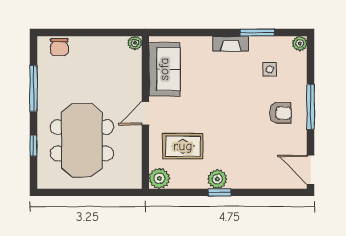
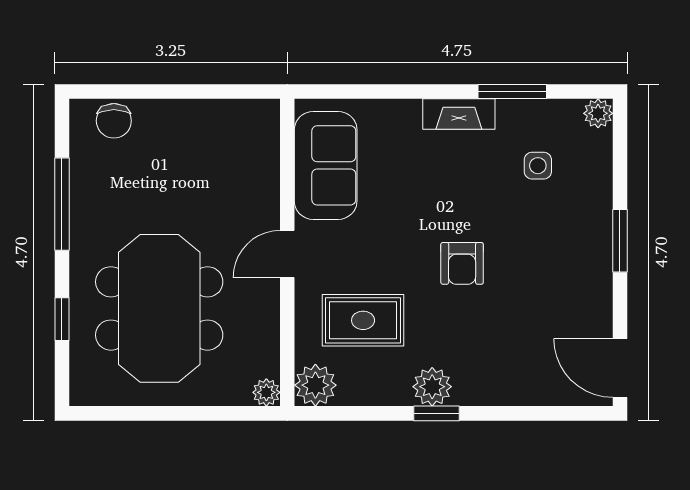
plant: (135, 43) -> (266, 392), moved
window: (311, 107) -> (620, 241), width x0.69
armchair: (281, 113) -> (462, 263), moved, turned 90

